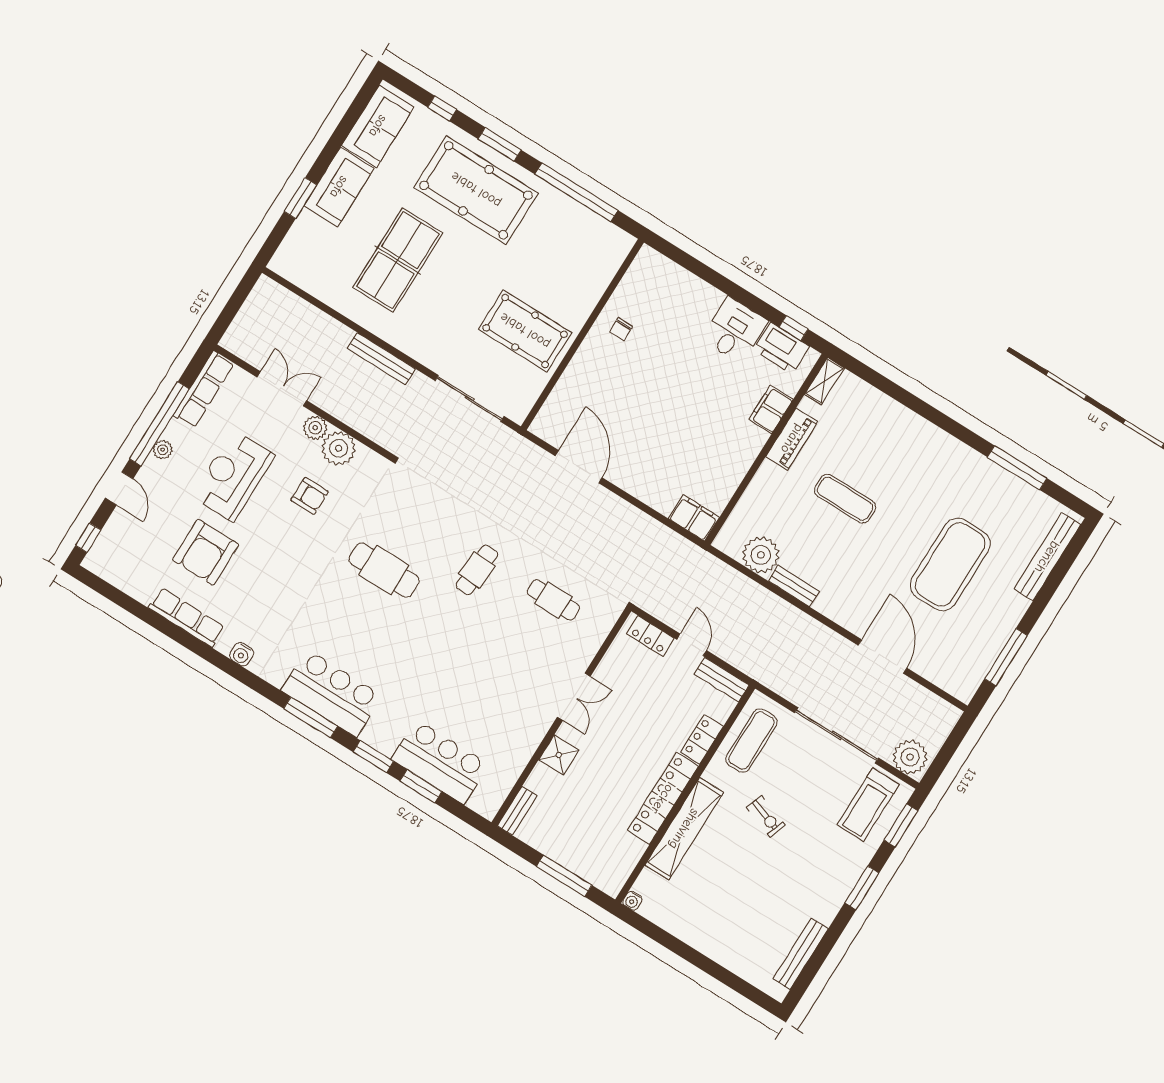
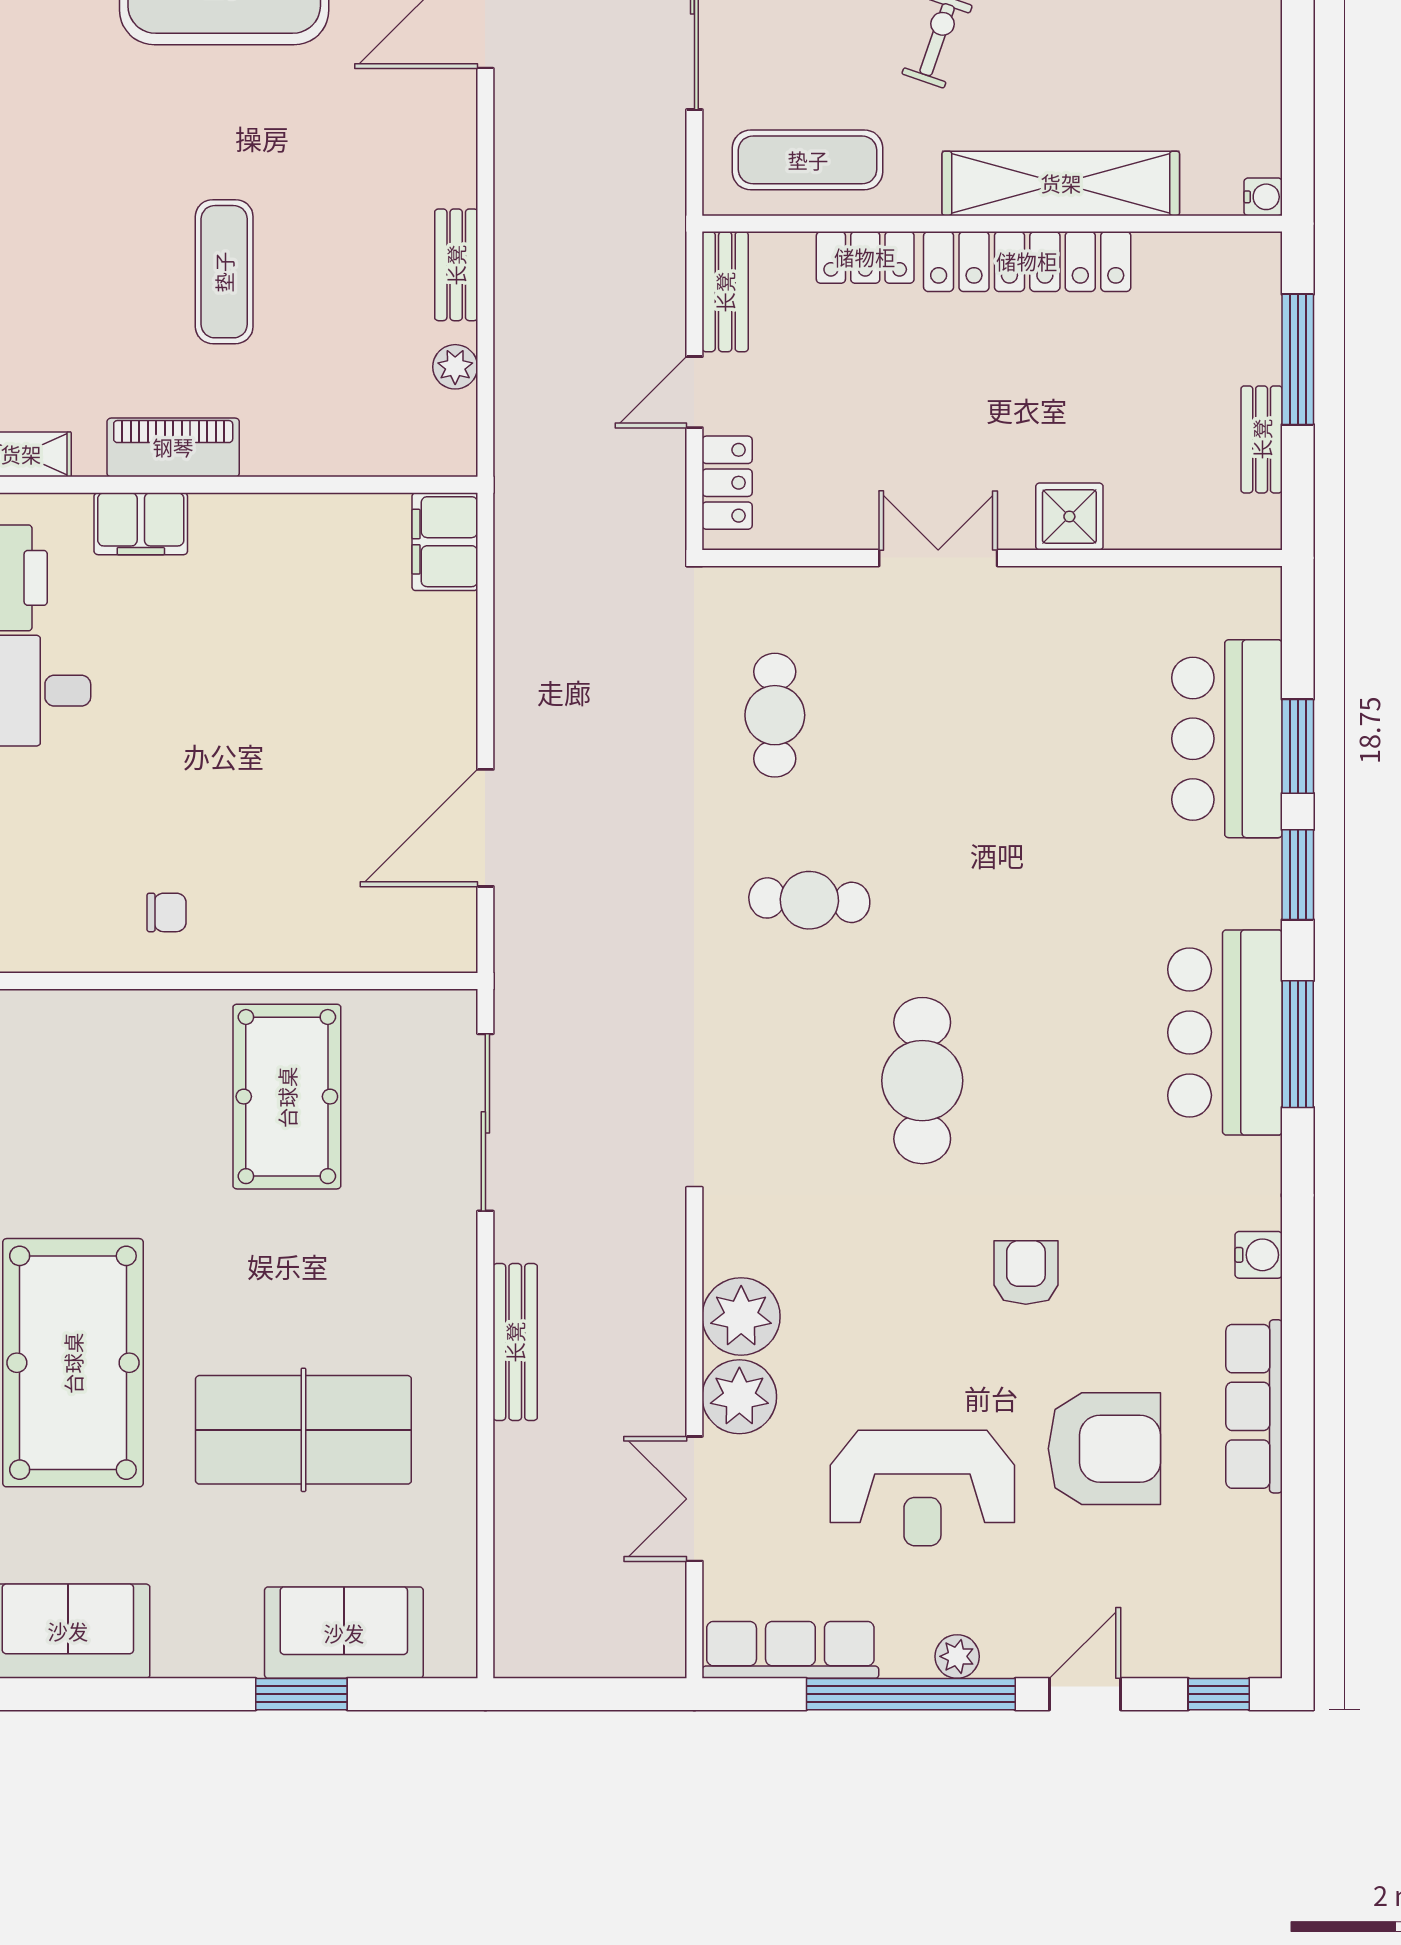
sofa: (339, 187) -> (344, 1633), moved
plant: (315, 428) -> (739, 1397), width x1.36, depth x1.36
armchair: (310, 496) -> (1026, 1272), moved
plant: (761, 555) -> (455, 367), width x0.53, depth x0.53
bench: (517, 811) -> (1262, 439), moved, turned 90

